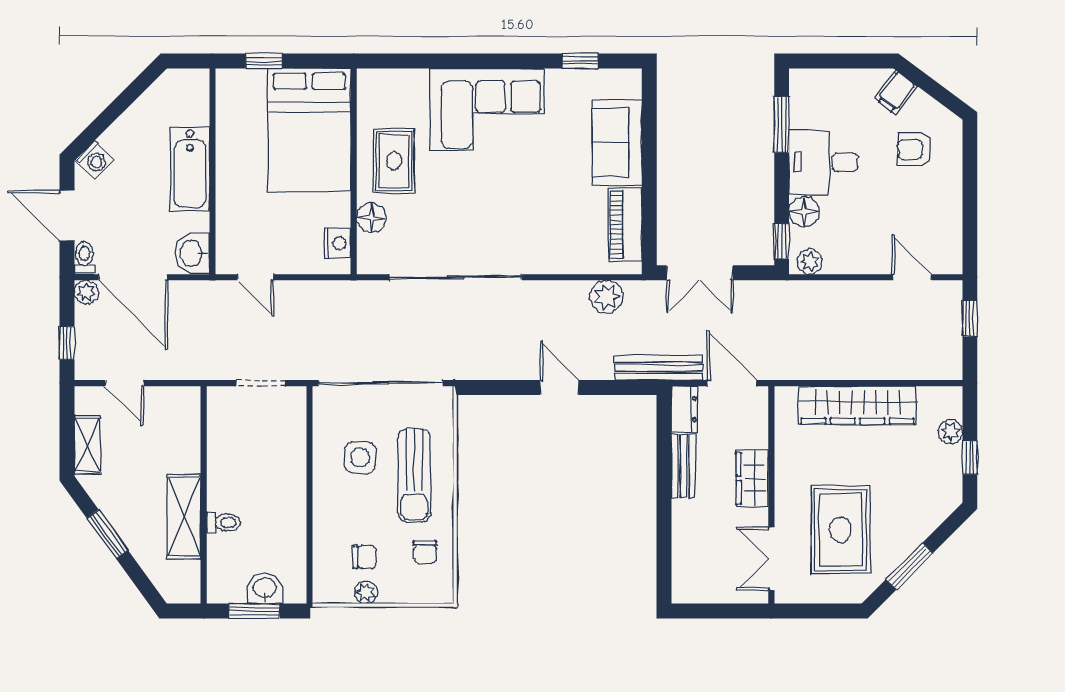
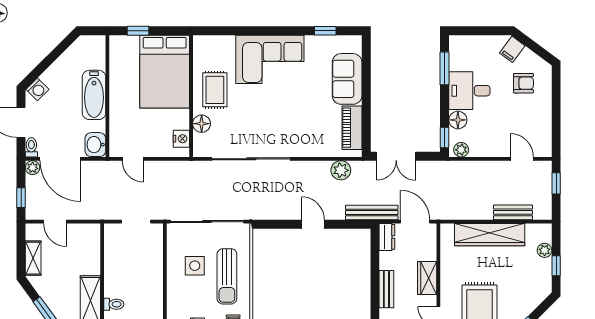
armchair: (915, 150) -> (523, 83), turned 180
bench: (897, 368) -> (513, 212), added
bench: (683, 466) -> (386, 289), moved

